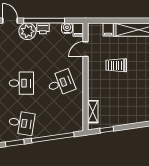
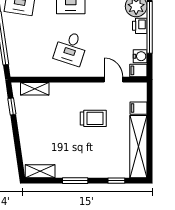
trolley: (116, 65) -> (93, 118), turned 90
desk: (61, 83) -> (71, 48), turned 39

